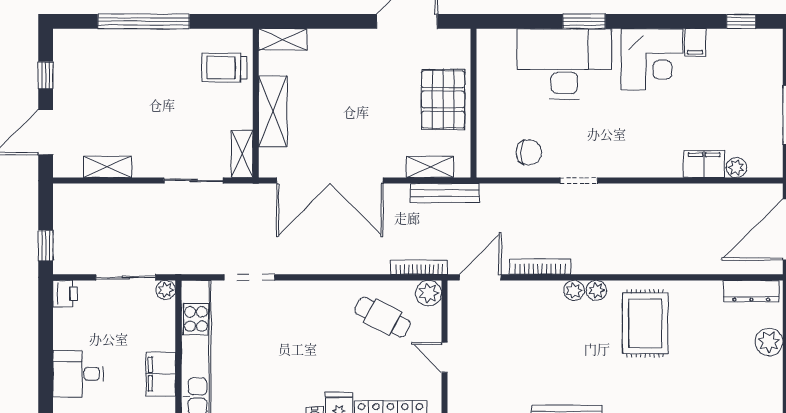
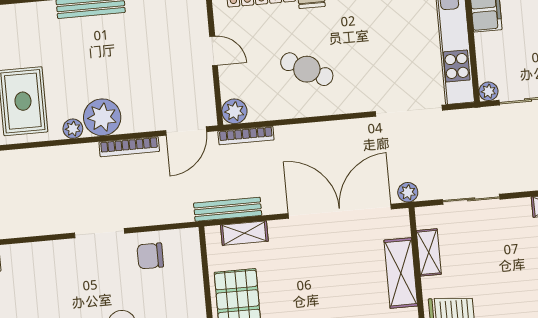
shelving: (242, 154) -> (429, 252), moved
doorway: (579, 181) -> (99, 233), width x1.38
plant: (258, 194) -> (408, 192), added
doorway: (249, 277) -> (409, 111), width x1.36
plant: (574, 291) -> (102, 117), width x1.88, depth x1.88
cafe table: (383, 317) -> (307, 69), moved

